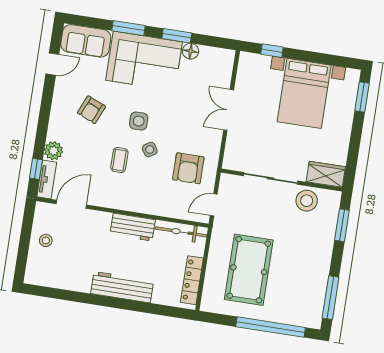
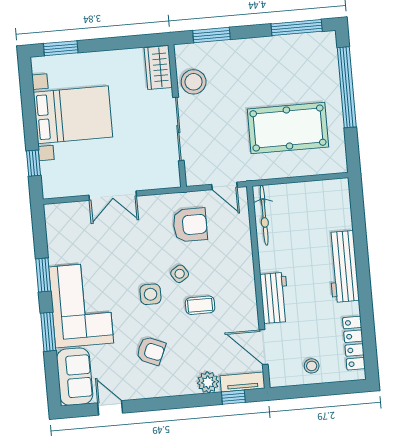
floor lamp: (190, 51) -> (57, 255), removed
workbench: (133, 227) -> (275, 298), moved
locker: (192, 280) -> (354, 343), moved, turned 90

